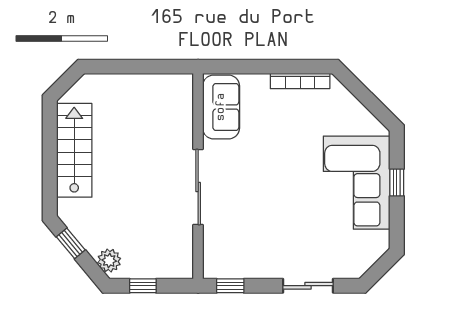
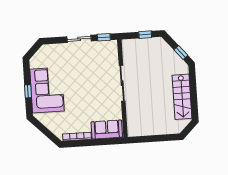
sofa: (221, 107) -> (107, 129), moved, turned 90
plant: (109, 261) -> (162, 46), removed
sliding door: (308, 286) -> (79, 39), moved

